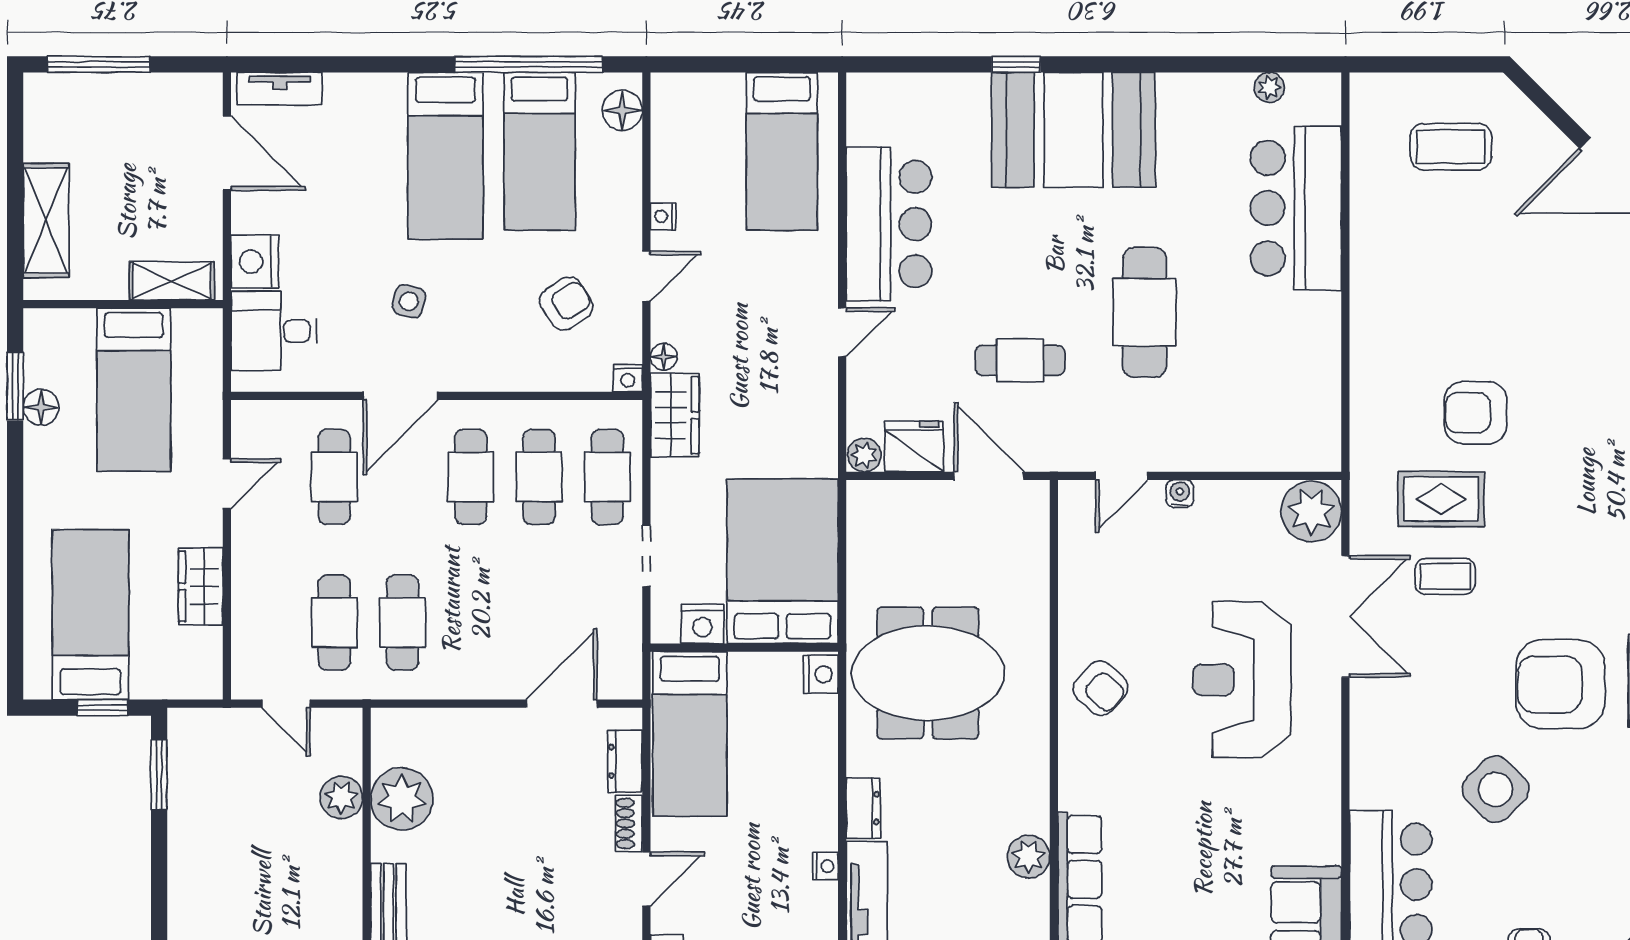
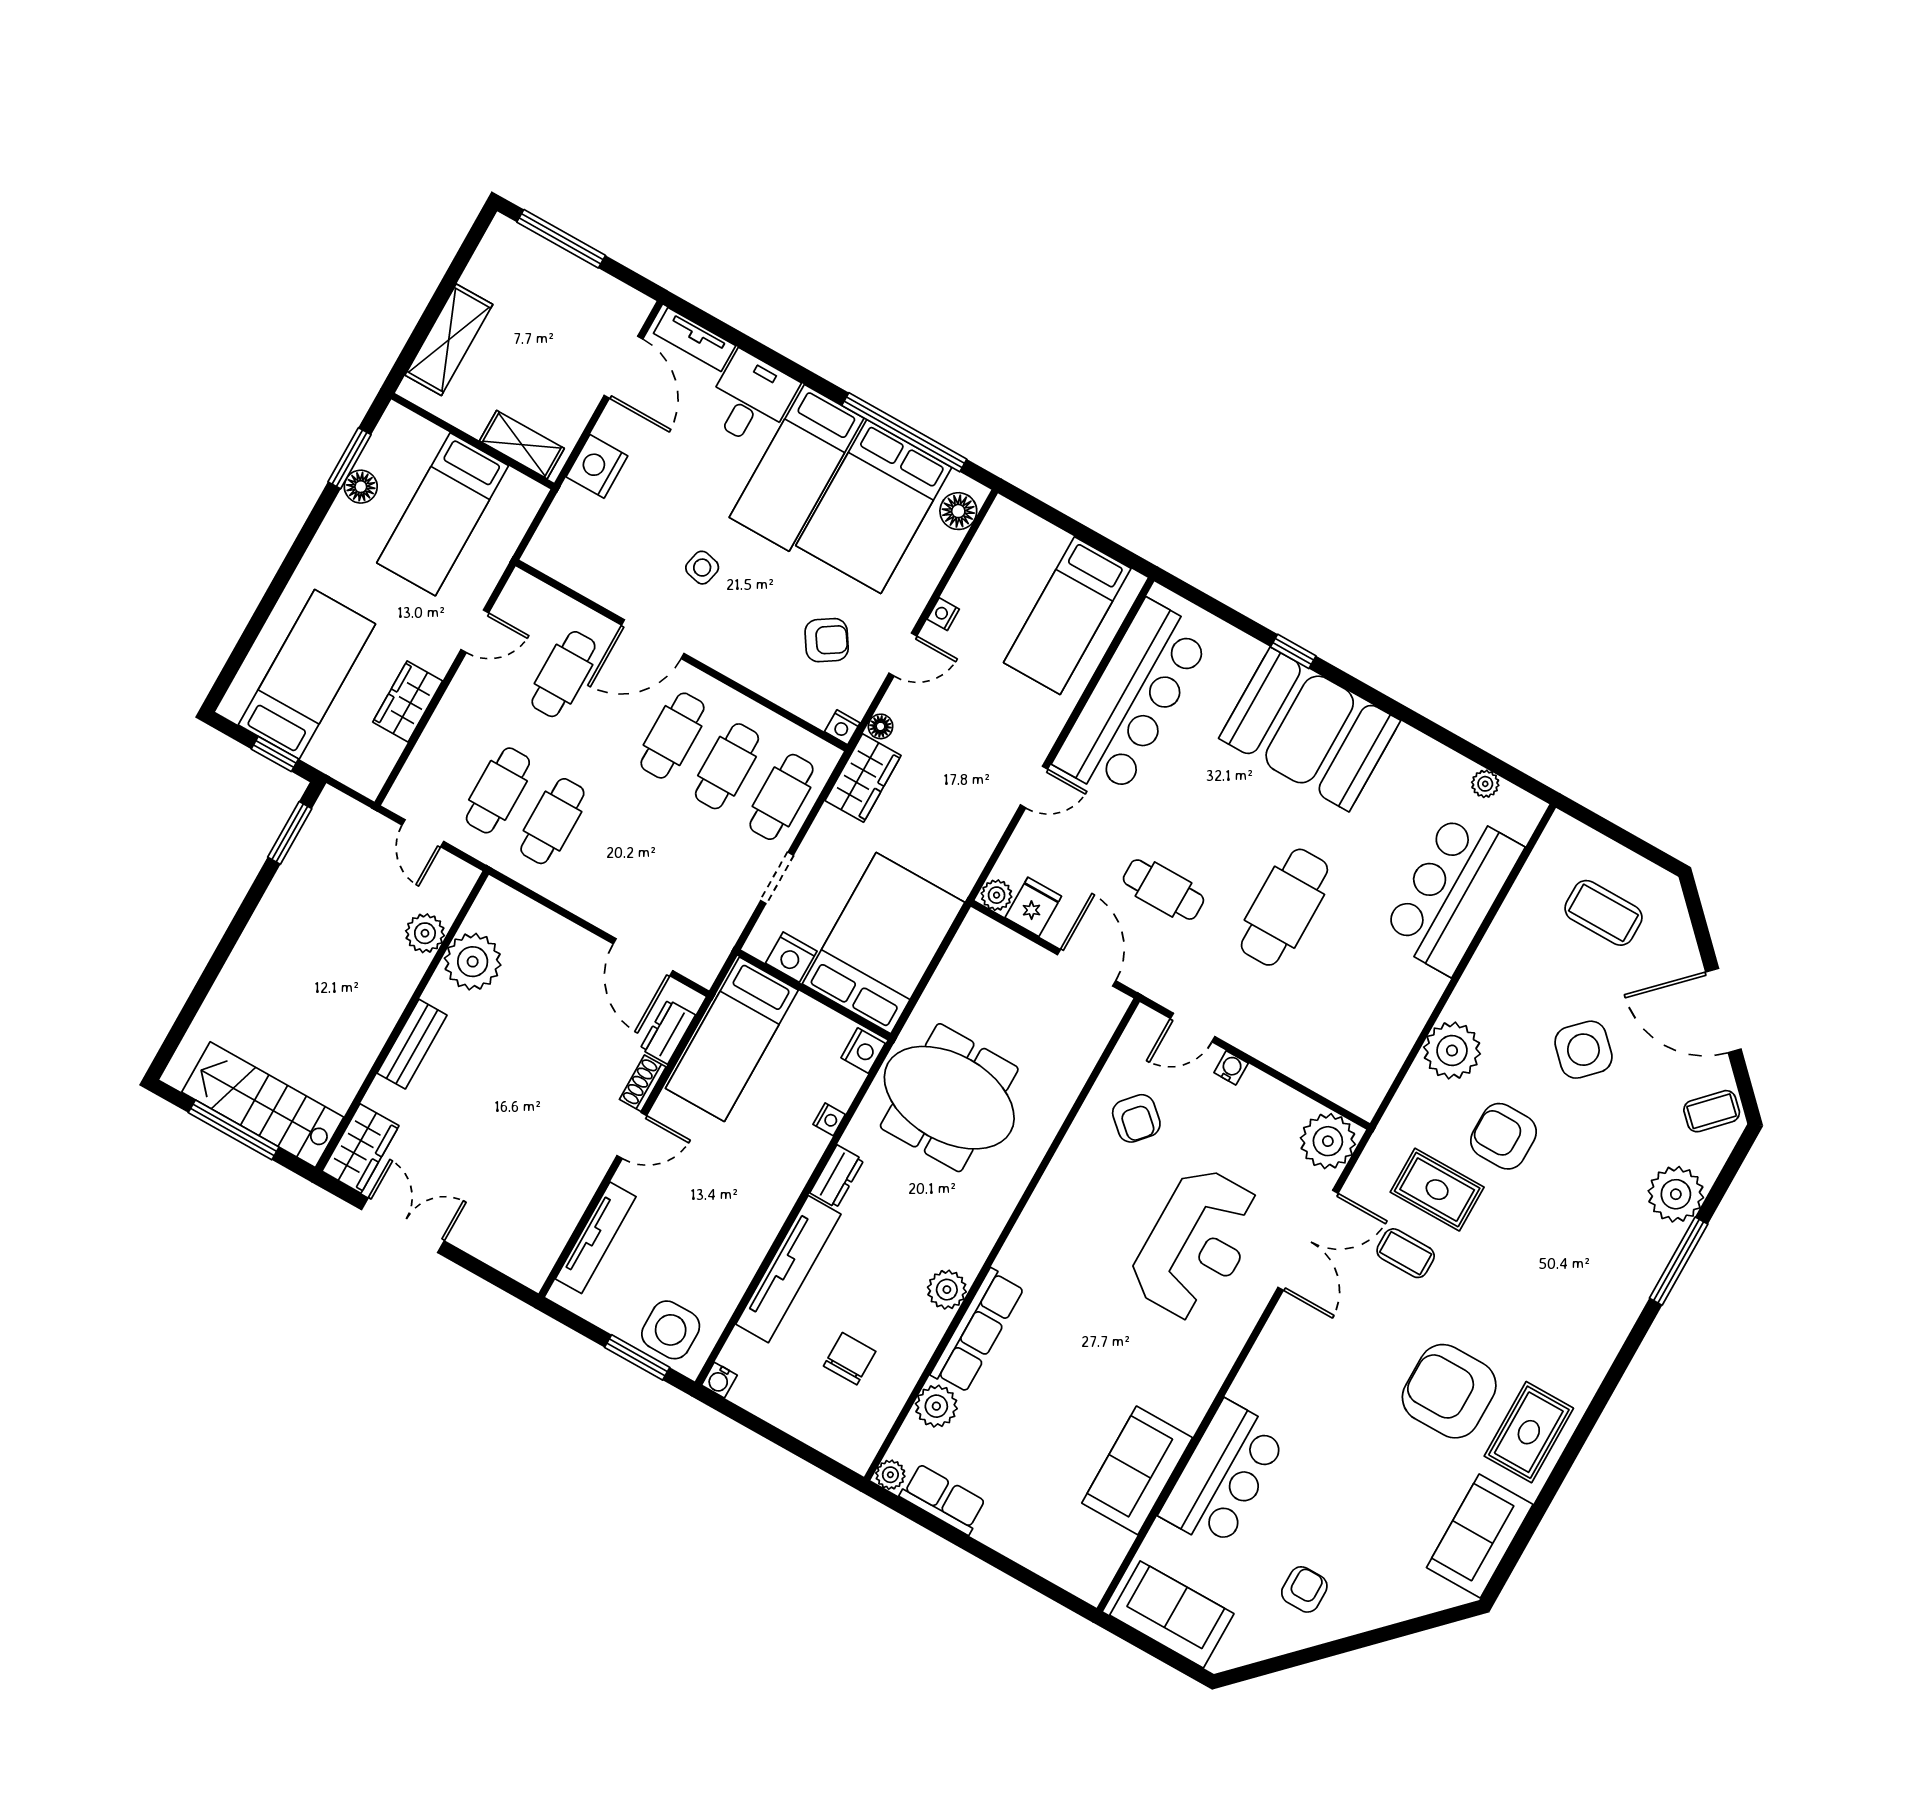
bed: (539, 151) -> (874, 507), width x1.50
bar counter: (889, 224) -> (1133, 699), width x1.36
desk: (274, 331) -> (751, 399), moved, turned 90
plant: (1381, 359) -> (1452, 1051), added
fridge: (914, 446) -> (1033, 907), width x0.72
reception desk: (1242, 680) -> (1197, 1244), turned 180
armchair: (1100, 688) -> (1136, 1118), moved
door: (561, 704) -> (643, 957), swing flipped
side table: (1496, 789) -> (1583, 1050), moved
nightstand: (825, 866) -> (829, 1119), moved

